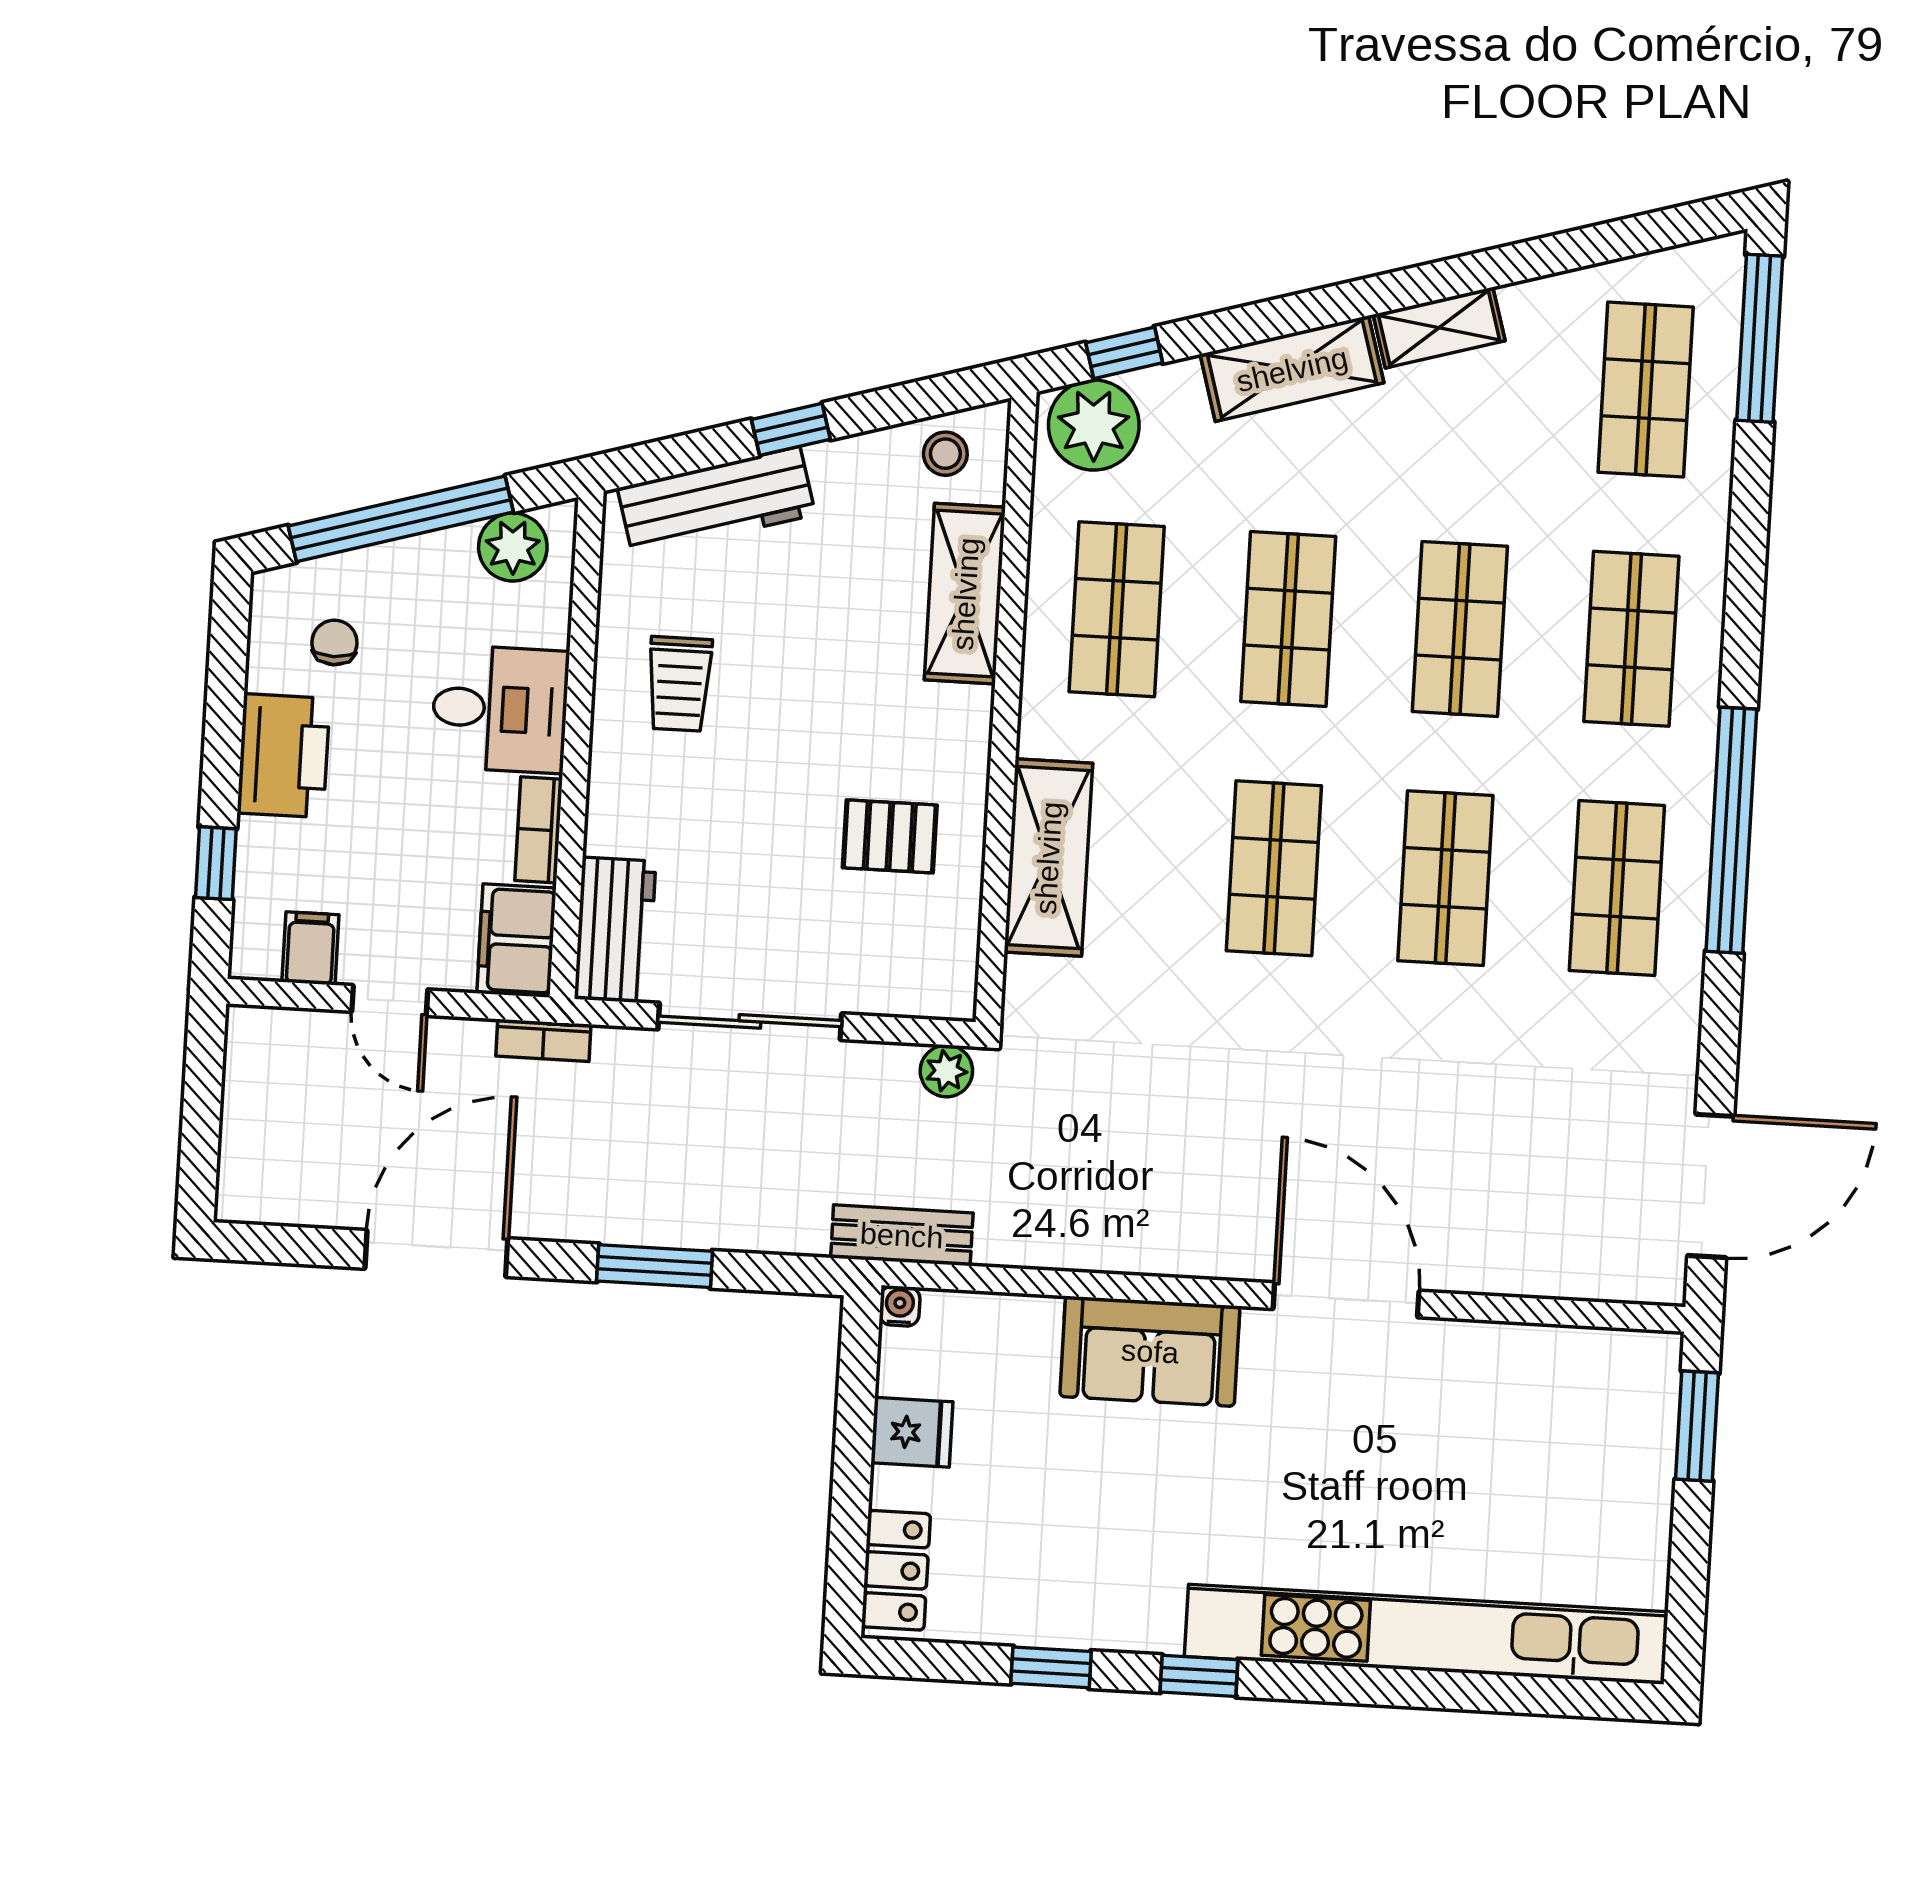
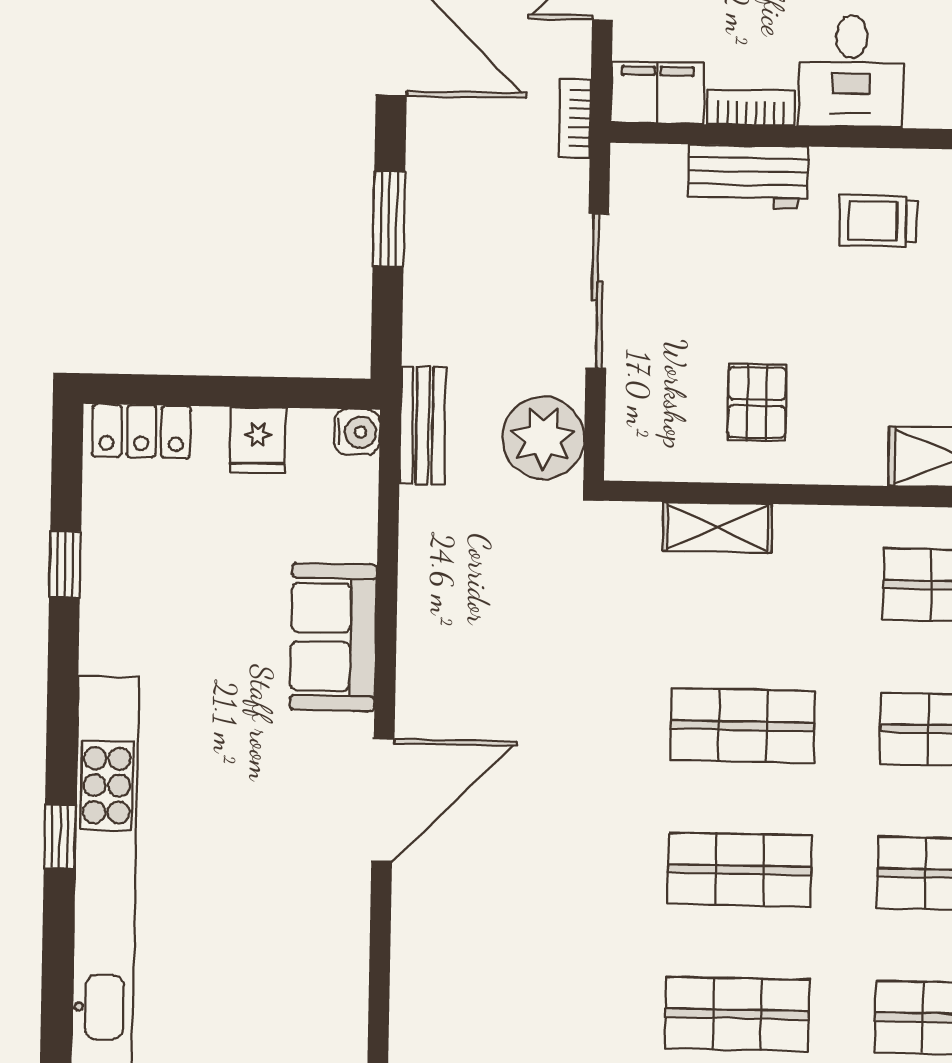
shelving: (1048, 858) -> (717, 527), width x0.67, depth x0.75
workbench: (615, 930) -> (748, 176), moved
plant: (946, 1071) -> (543, 438), width x1.87, depth x1.87
water cooler: (900, 1306) -> (357, 432), width x1.38, depth x1.38
window: (1199, 1676) -> (60, 837), moved

